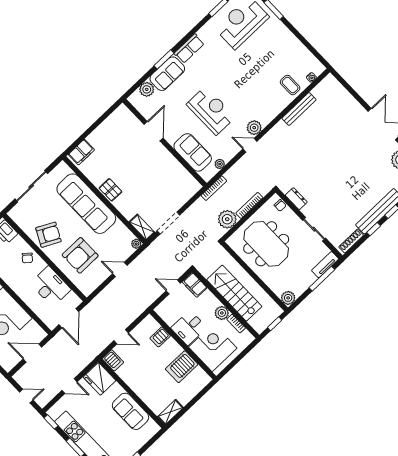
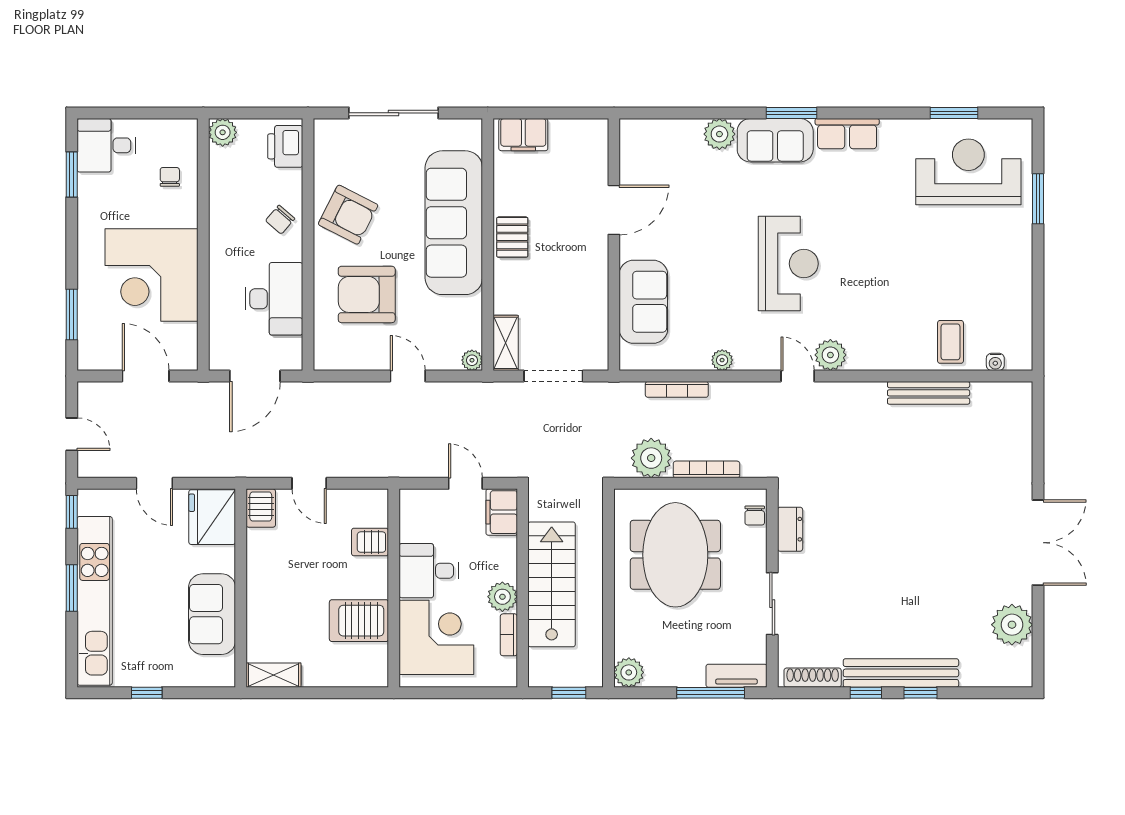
door: (154, 131) -> (614, 210), moved
wall: (165, 143) -> (614, 244), moved
sofa: (193, 152) -> (643, 302), moved

